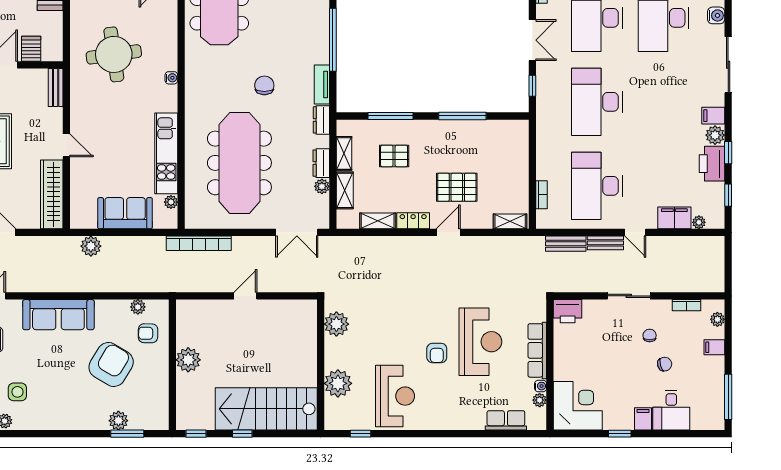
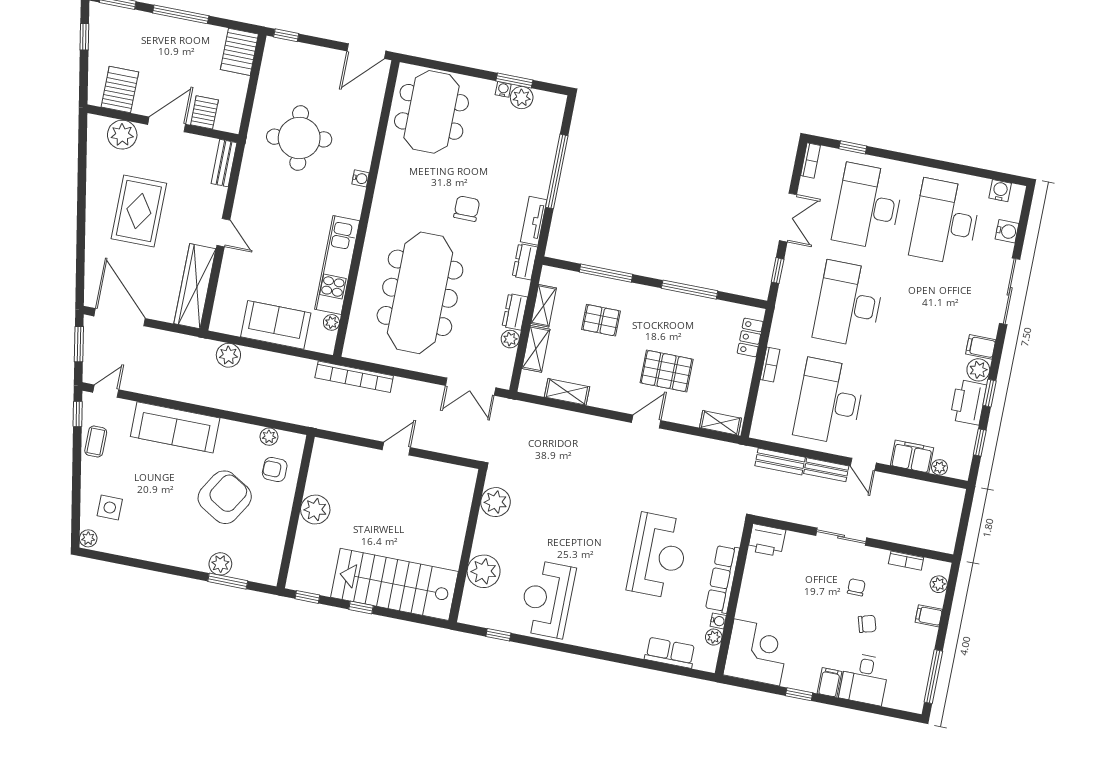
bookcase: (541, 195) -> (770, 365), moved
locker: (413, 221) -> (750, 337), moved, turned -90
armchair: (437, 353) -> (605, 559), removed
reception desk: (395, 396) -> (547, 599), turned 180

